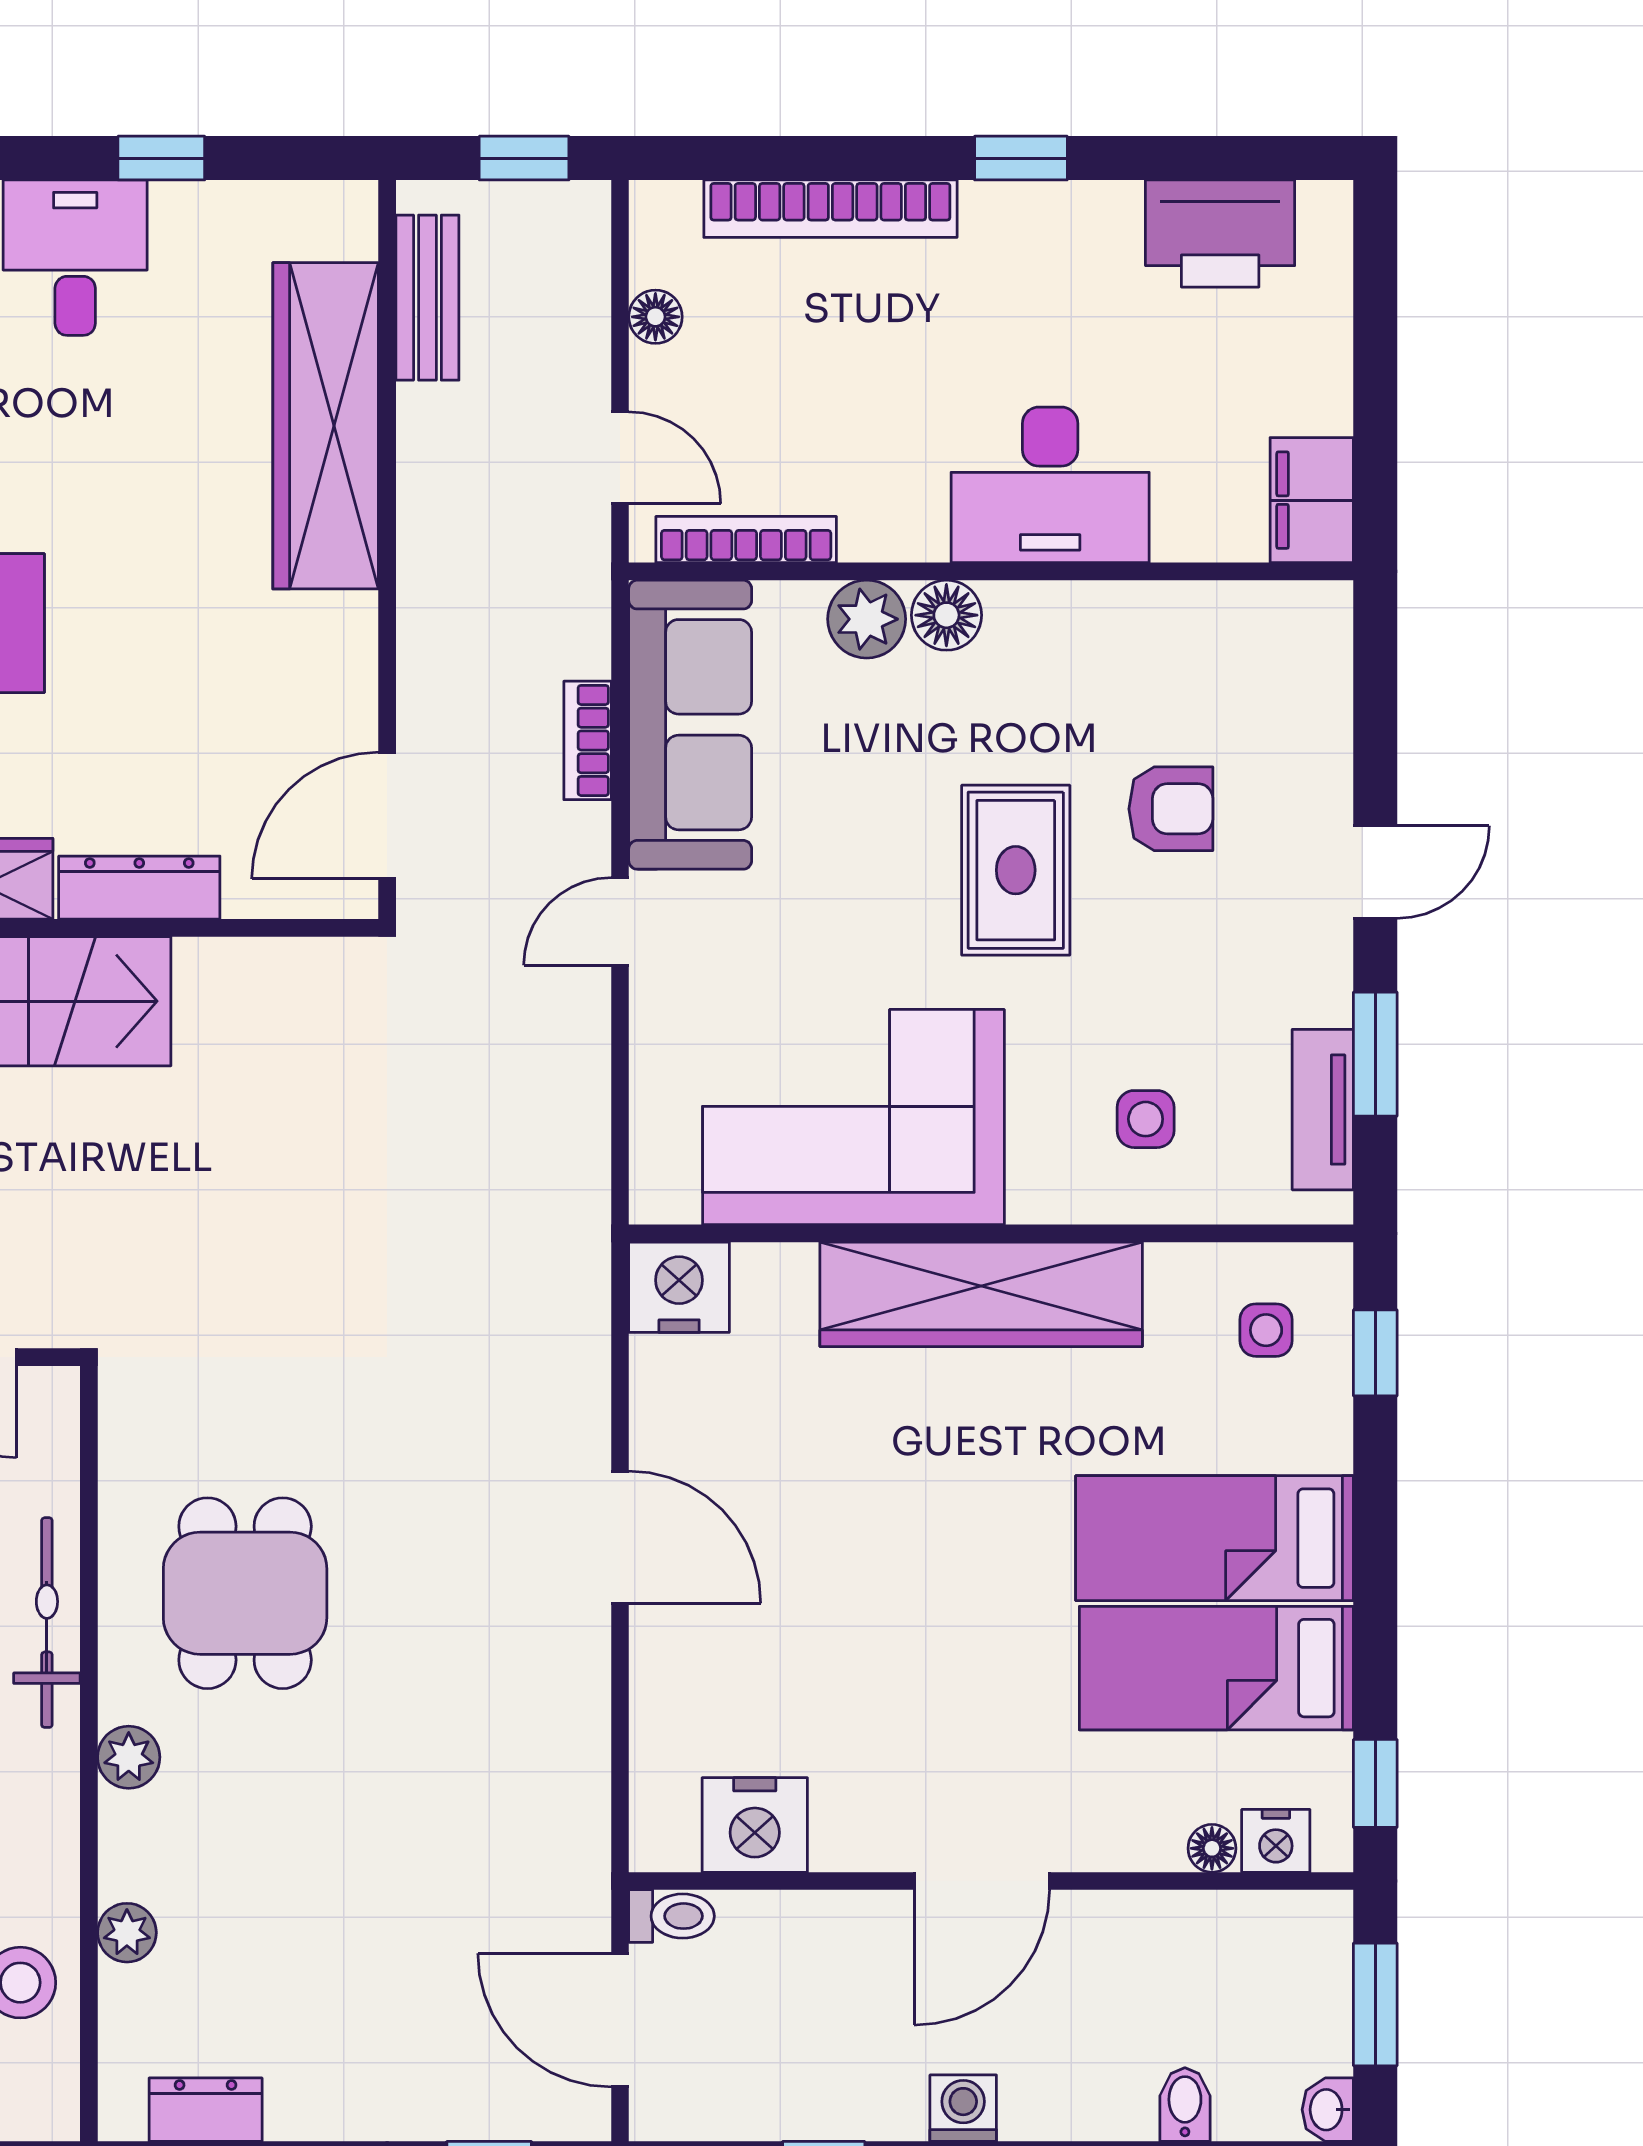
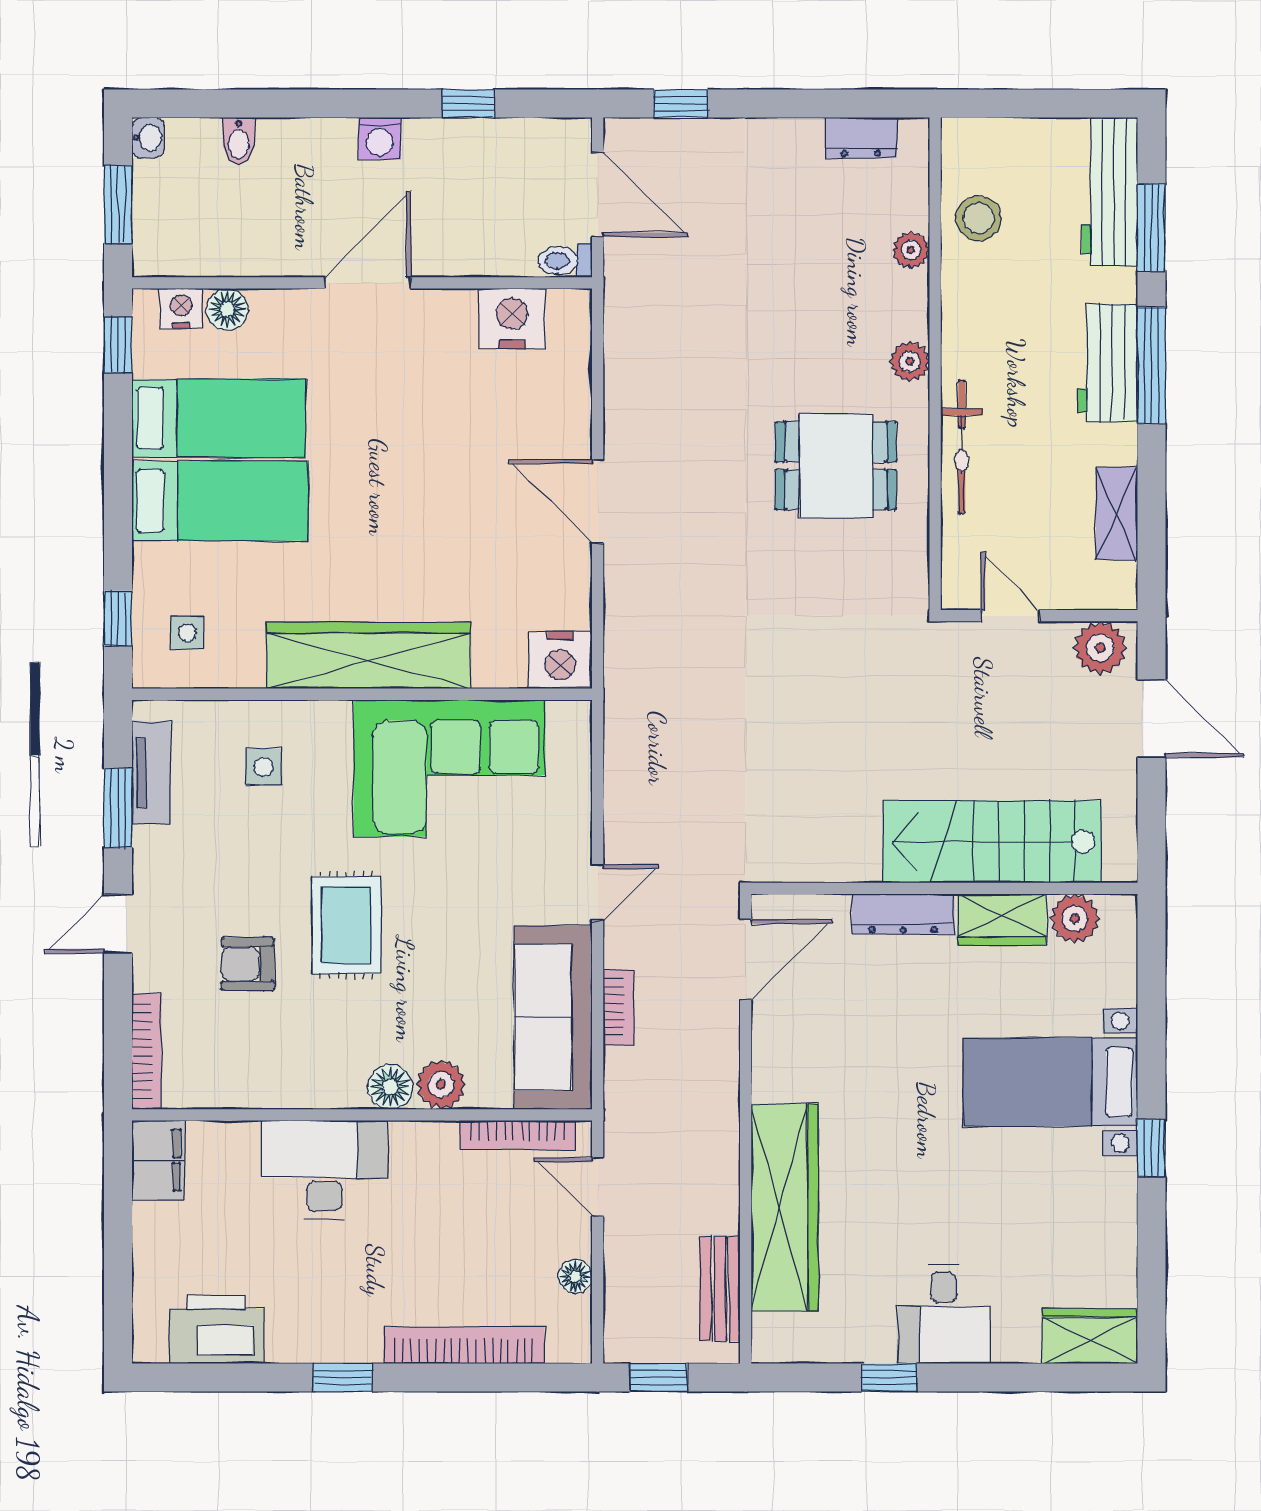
bookcase: (1330, 671) -> (147, 1051), added
dining table: (245, 1593) -> (836, 466), turned 90
floor lamp: (1212, 1848) -> (227, 309), width x1.37, depth x1.37

